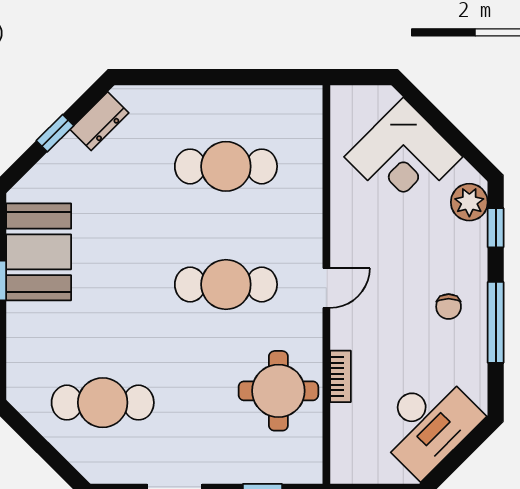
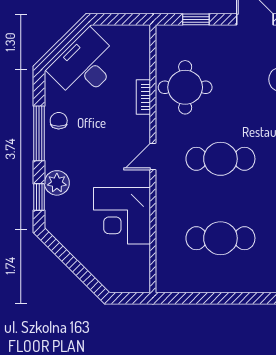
corner desk: (403, 157) -> (122, 216), moved, turned -135
plant: (469, 202) -> (57, 183), moved
chair: (449, 307) -> (59, 121), moved

